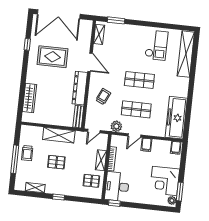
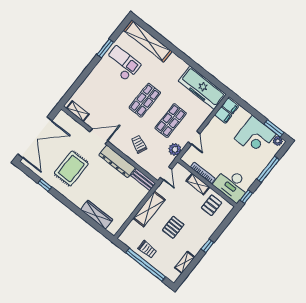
window: (116, 20) -> (105, 48), moved
filing cabinet: (146, 145) -> (223, 115), moved
window: (15, 159) -> (146, 265), width x1.46
window: (146, 207) -> (268, 169), added

